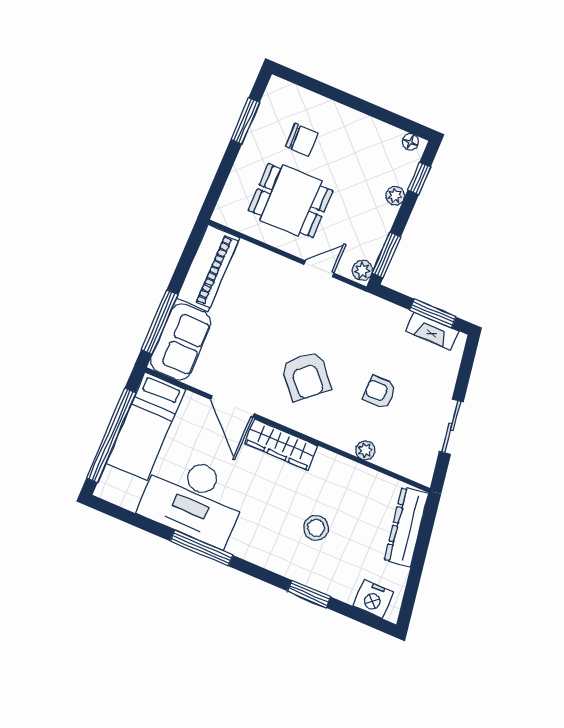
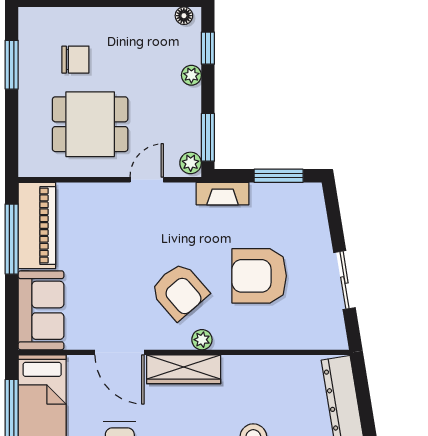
window: (159, 322) -> (12, 239), moved
fireplace: (432, 331) -> (223, 194), moved
armchair: (380, 392) -> (259, 276), width x1.88, depth x1.88
plant: (365, 450) -> (202, 340), moved

